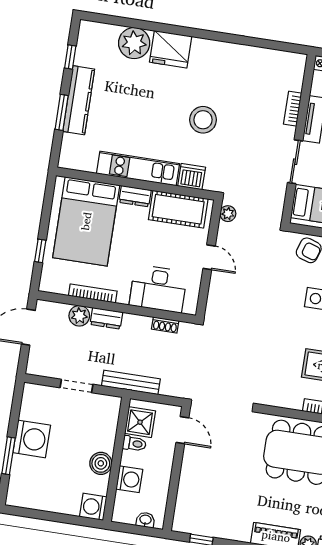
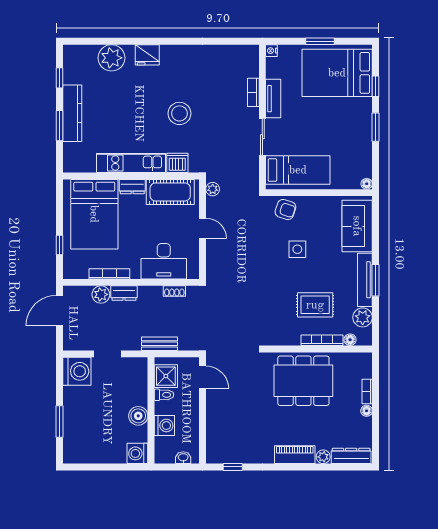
fridge: (171, 49) -> (147, 55), width x0.73, depth x0.75
bench: (131, 382) -> (159, 344), width x0.73
washing machine: (32, 439) -> (77, 371), moved

